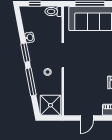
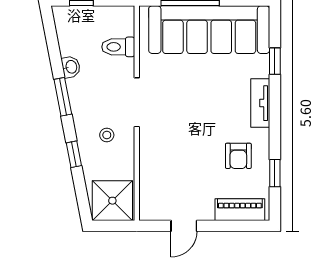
toilet: (53, 11) -> (118, 47), moved
window: (31, 82) -> (74, 154), width x0.46

